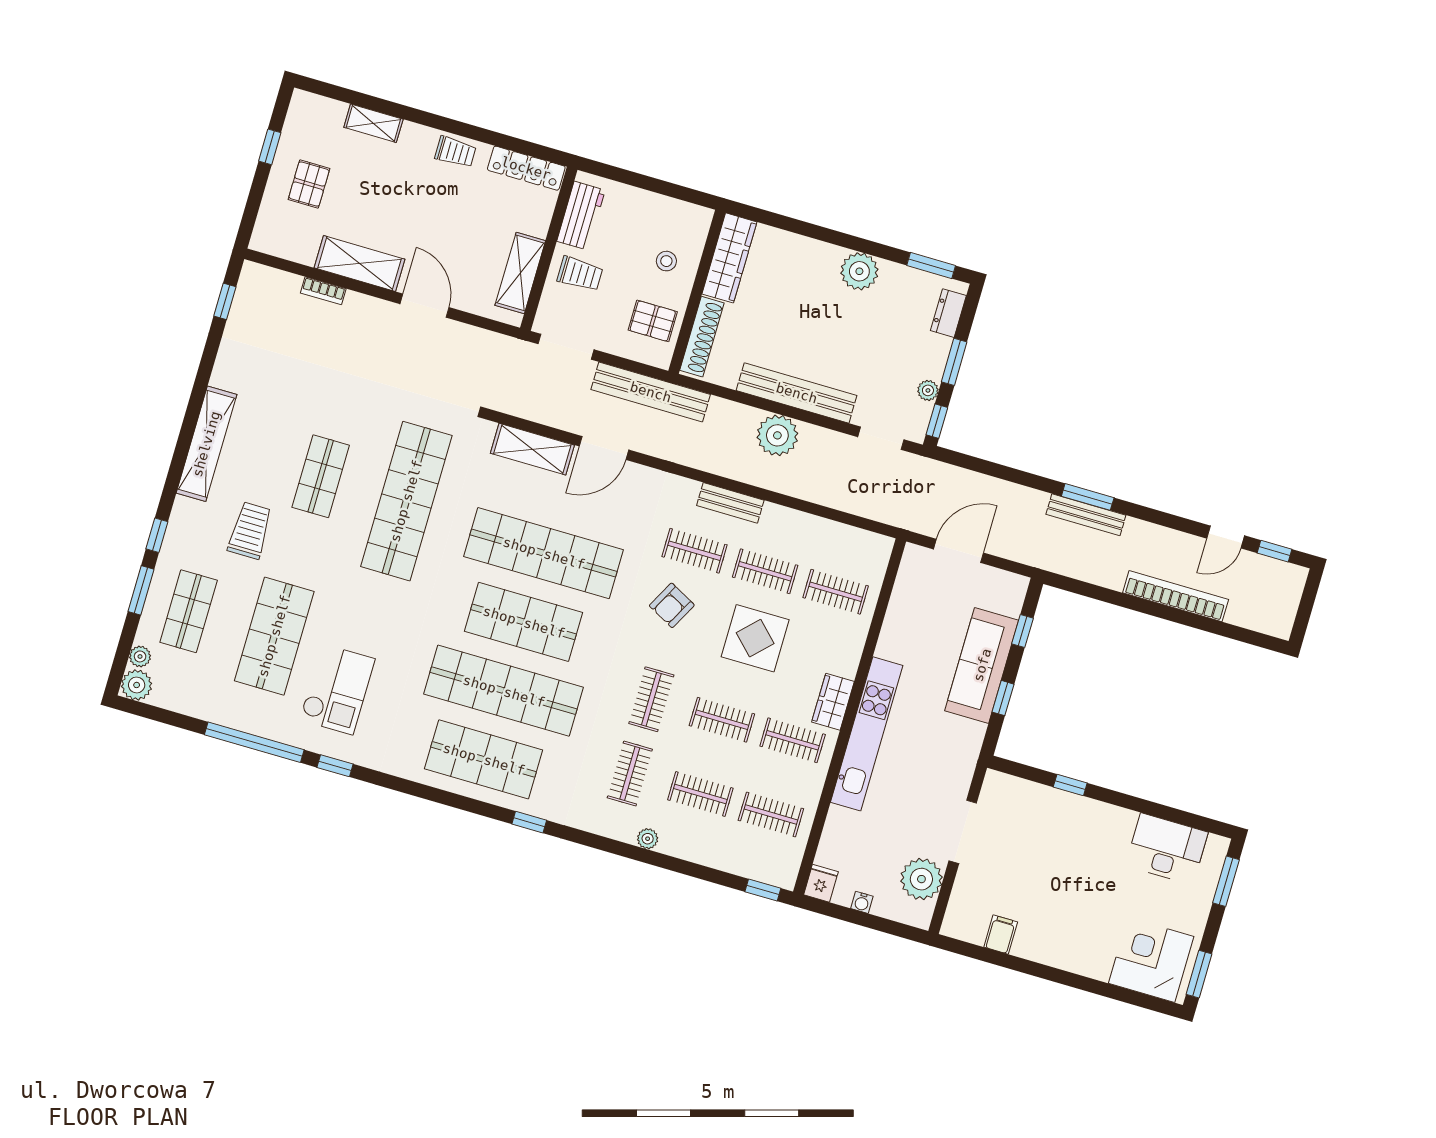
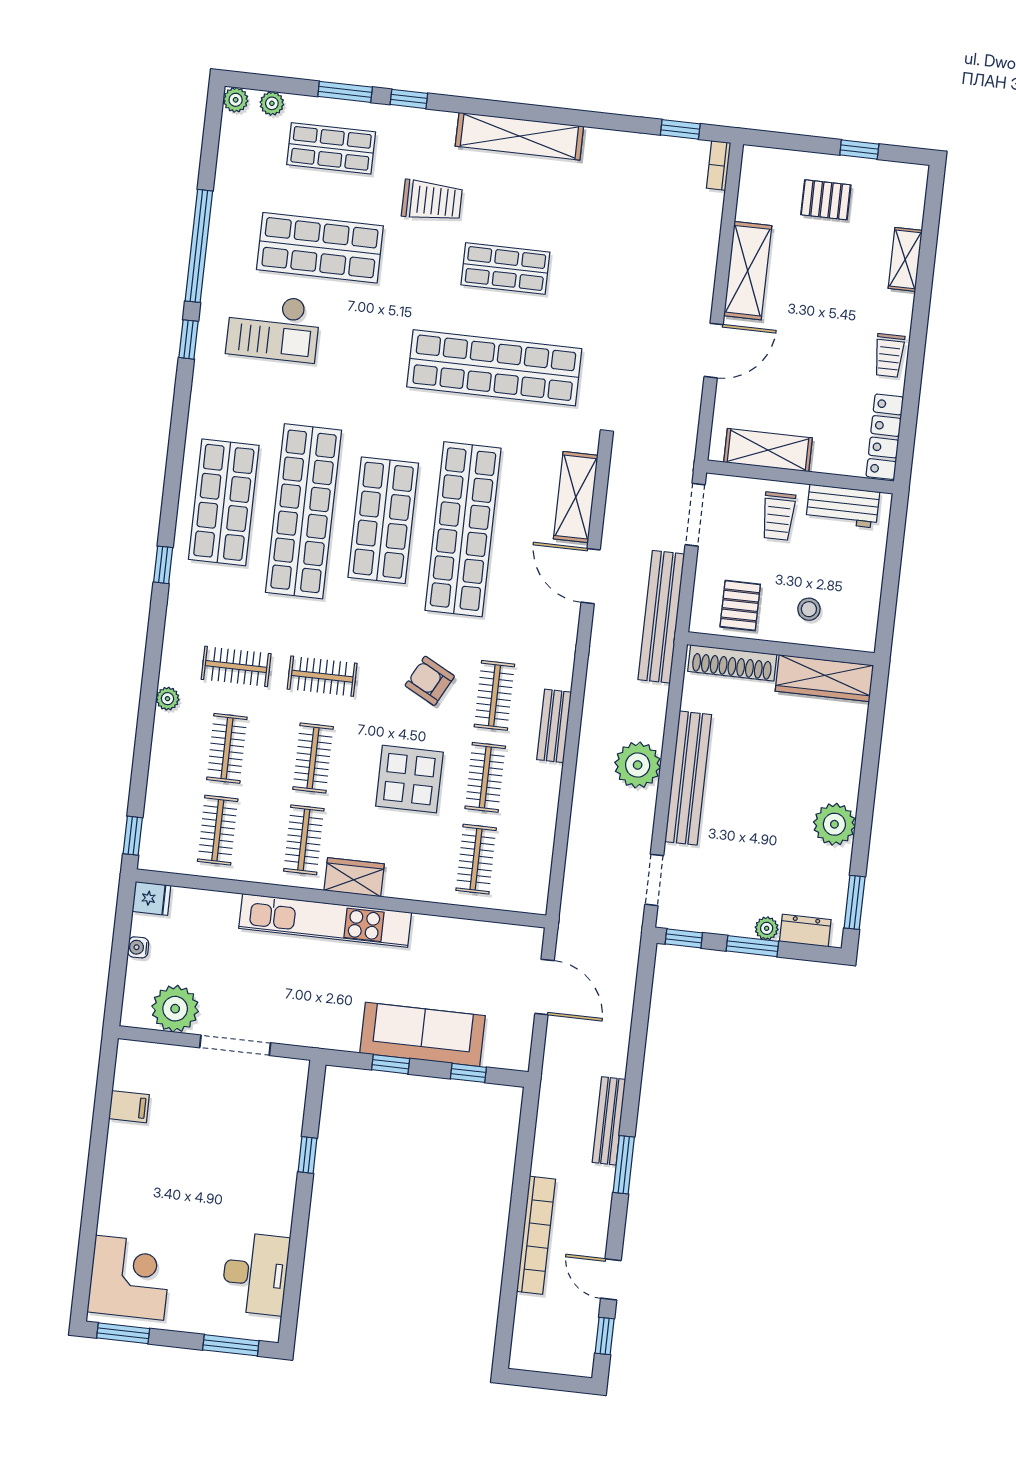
bookcase: (323, 291) -> (719, 165), moved
plant: (928, 390) -> (767, 928), moved
window: (1088, 497) -> (624, 1165), moved
plant: (137, 685) -> (236, 100), width x0.73, depth x0.73

